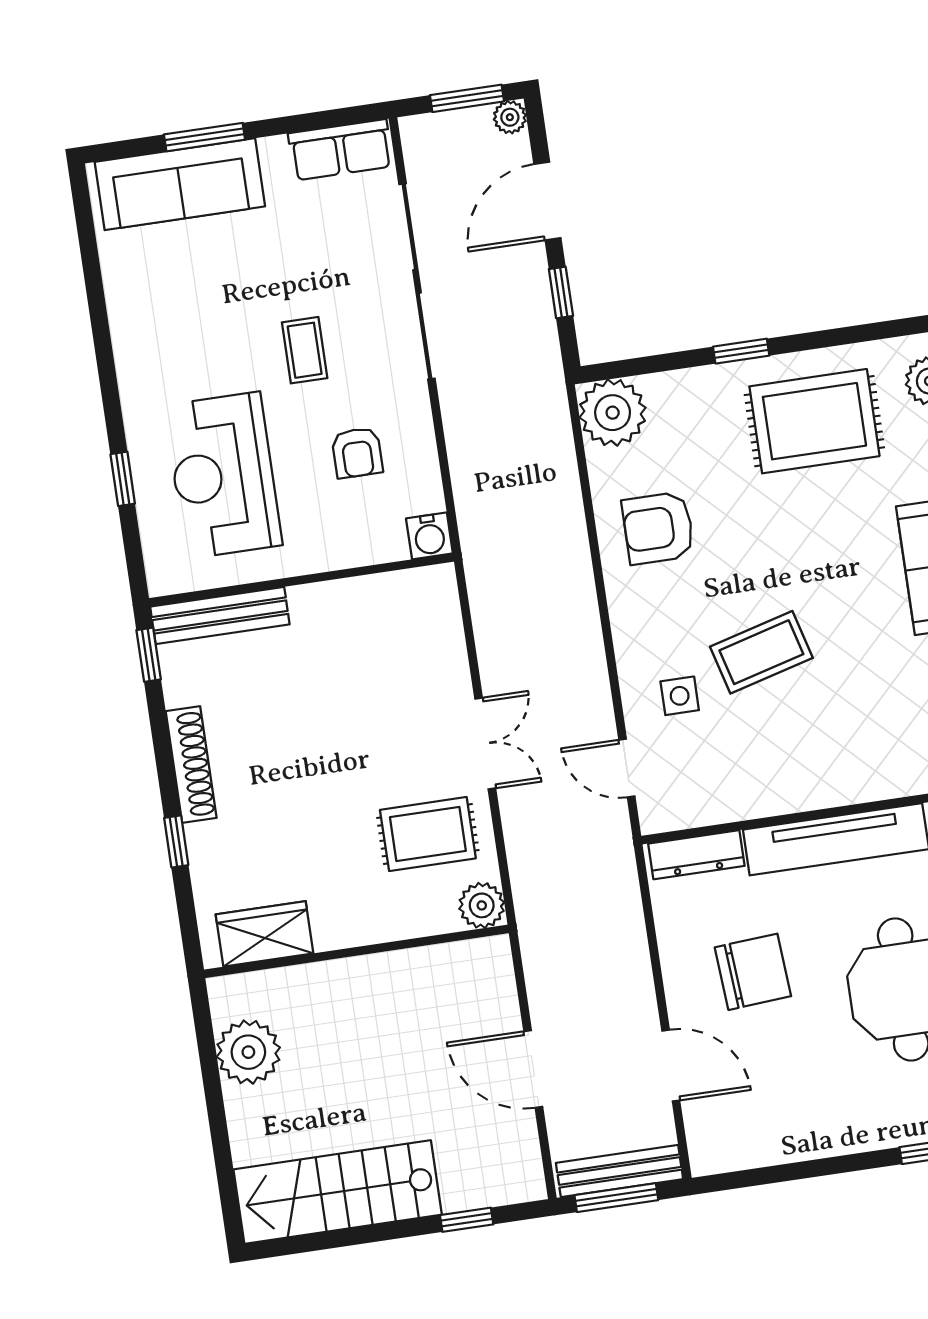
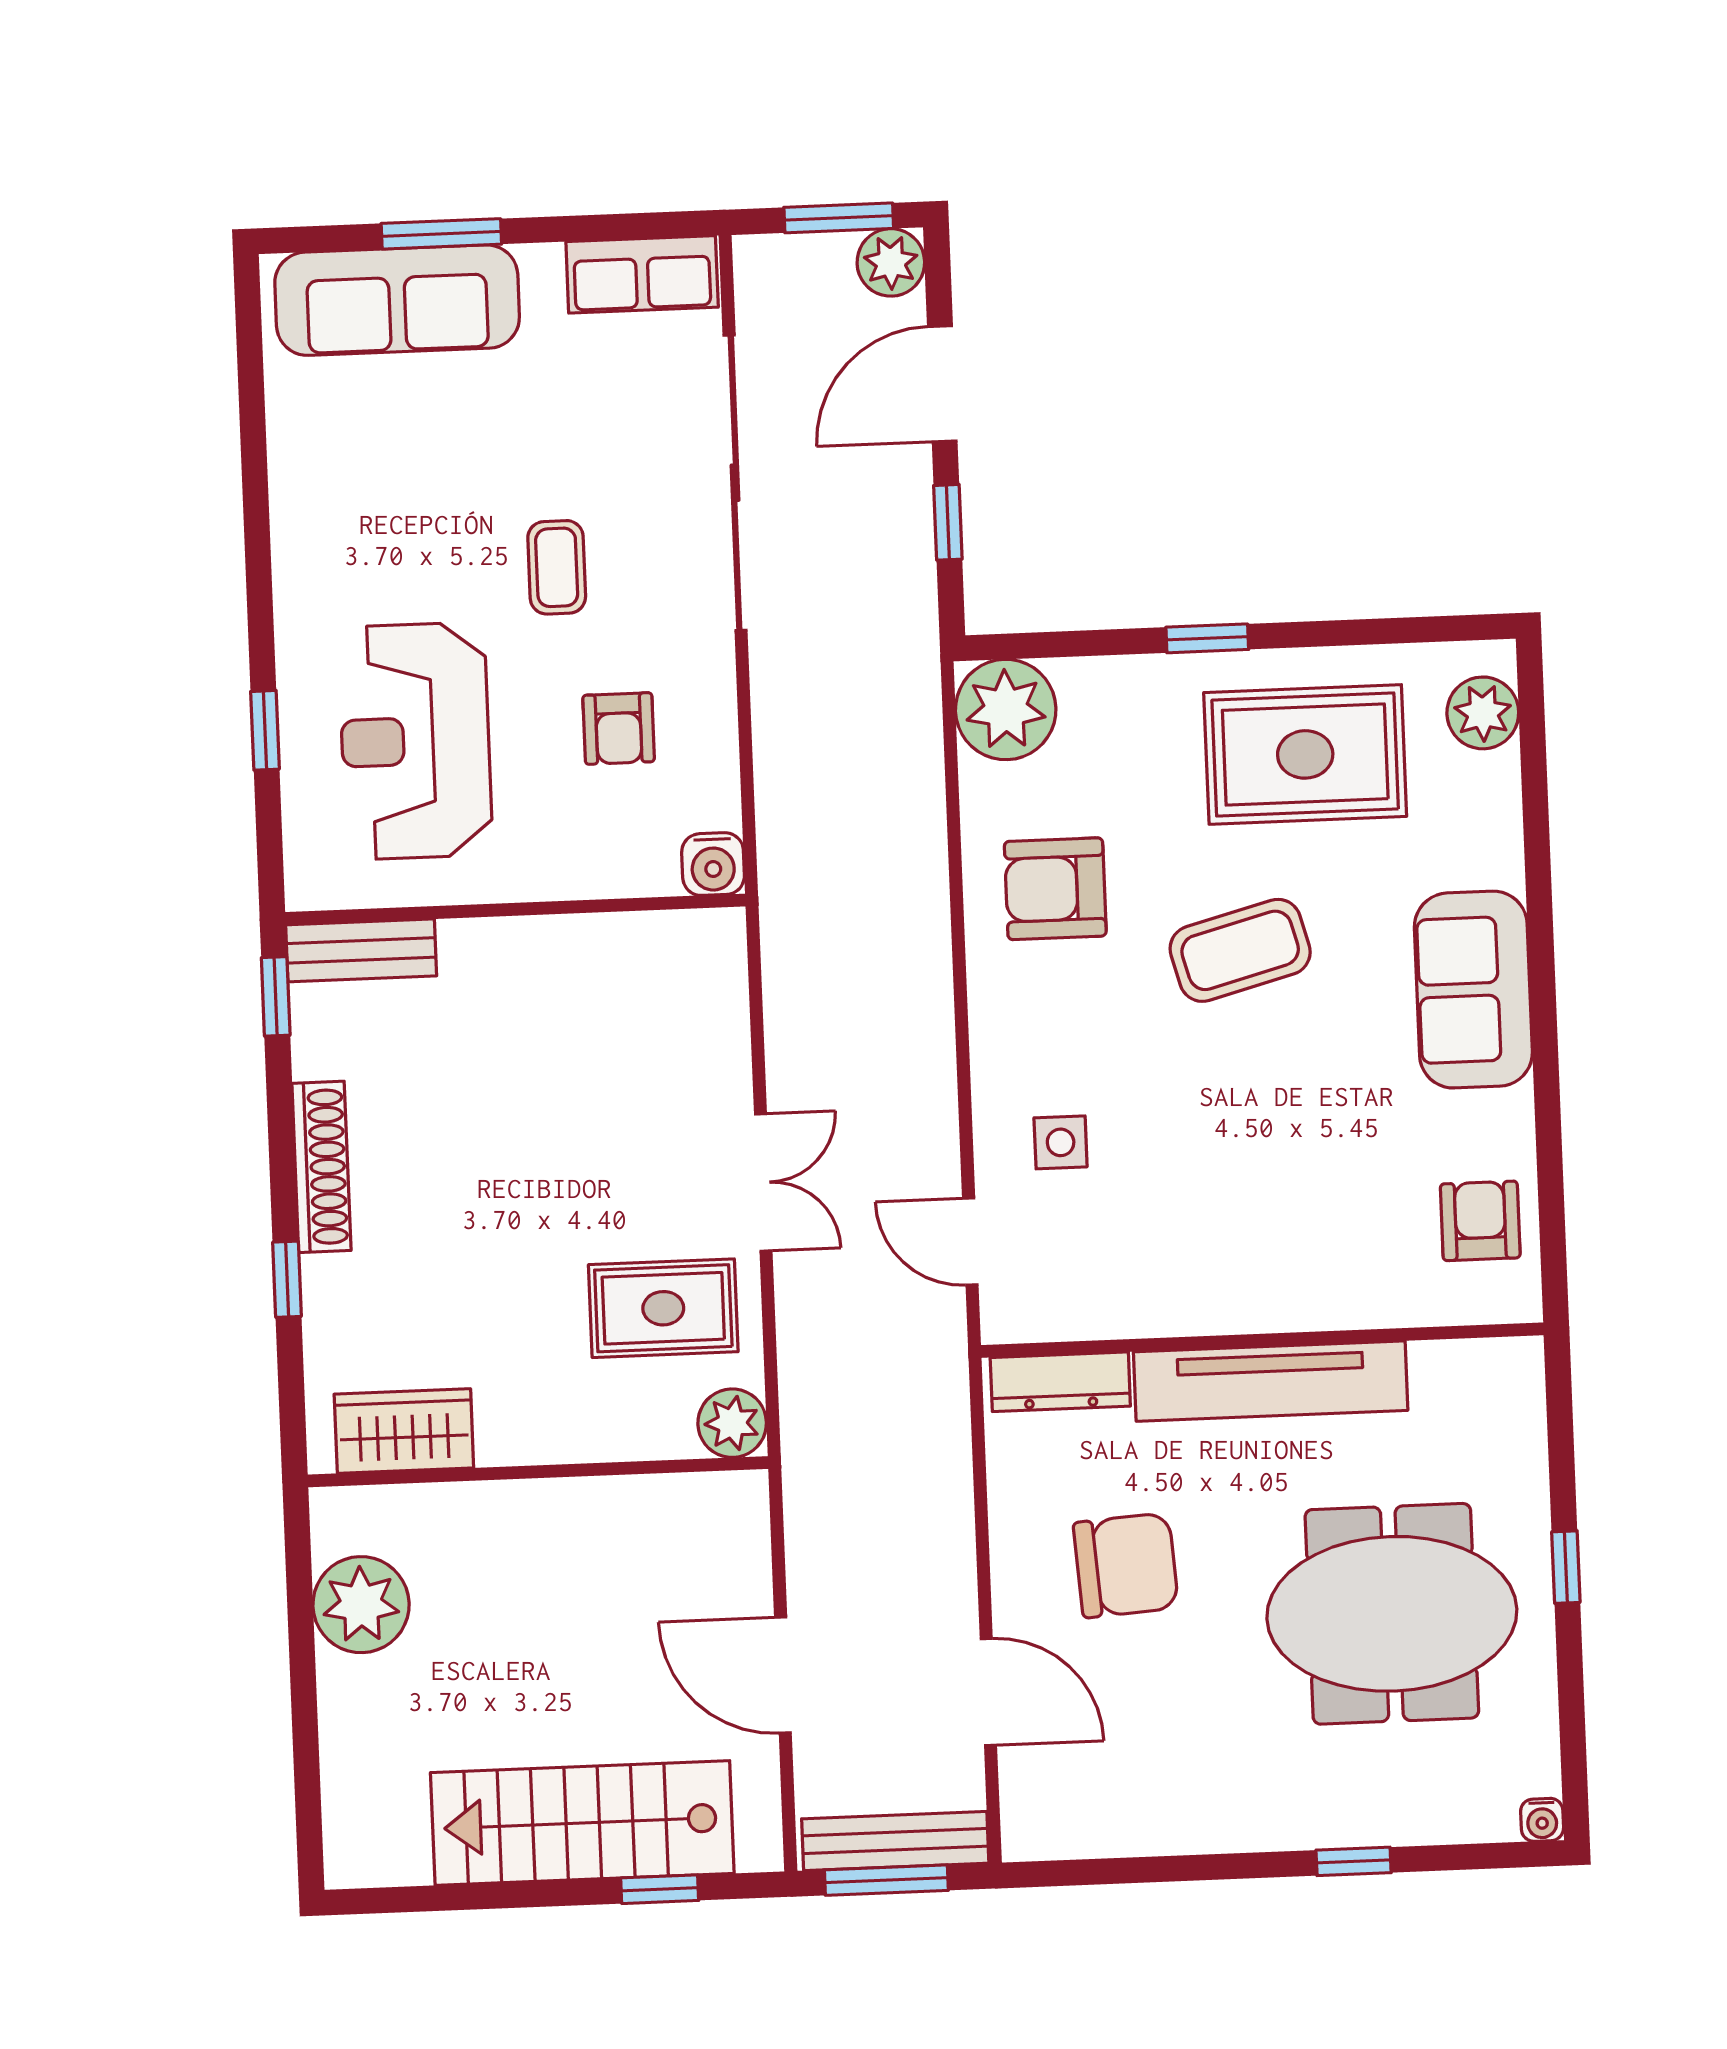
plant: (510, 117) -> (891, 262), width x1.38, depth x1.38
bench: (220, 615) -> (361, 950), width x0.73
coffee table: (761, 652) -> (1240, 950), moved
stairs: (338, 1192) -> (582, 1823), moved

